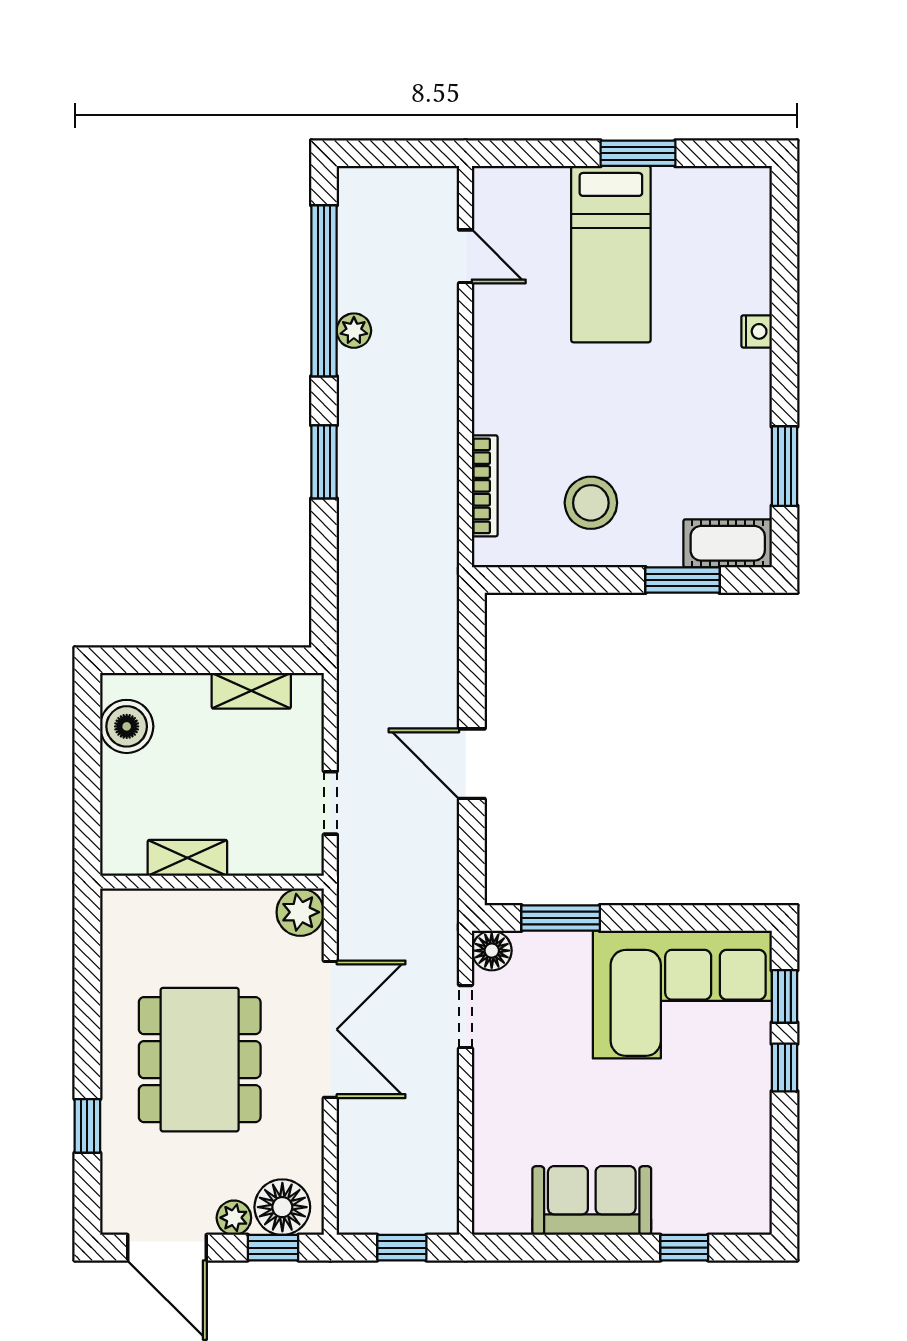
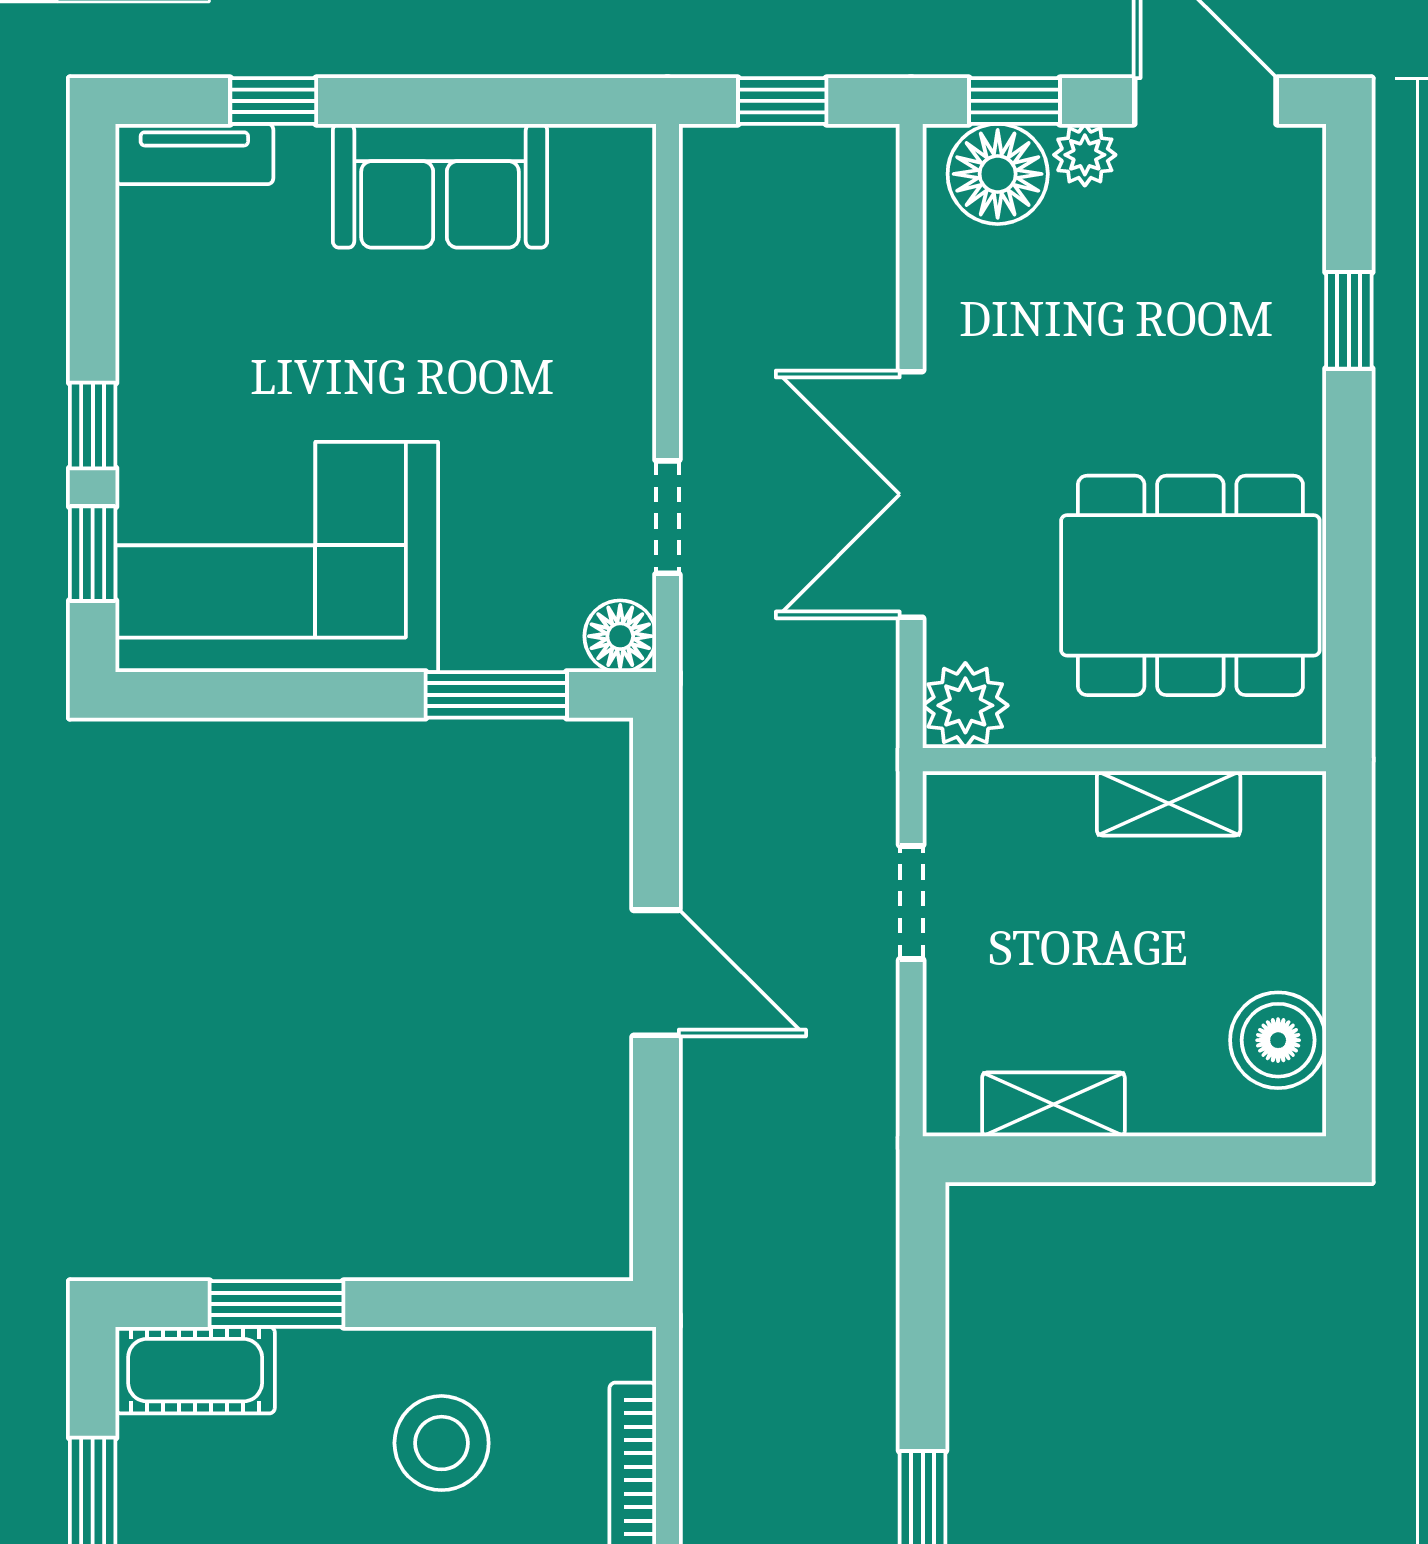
dining table: (200, 1060) -> (1190, 585), moved, turned 90
tv unit: (728, 1218) -> (194, 154), added

